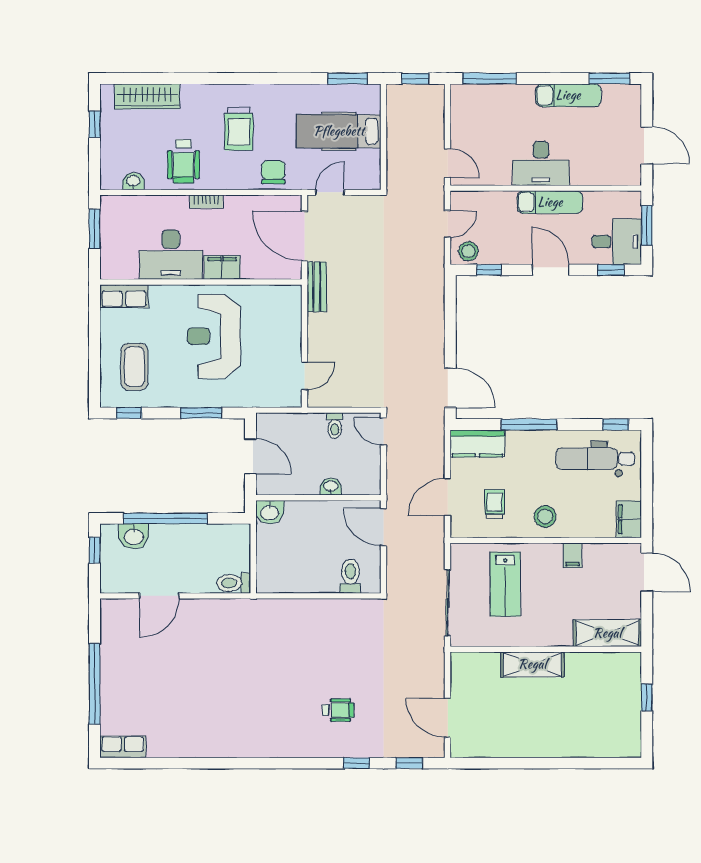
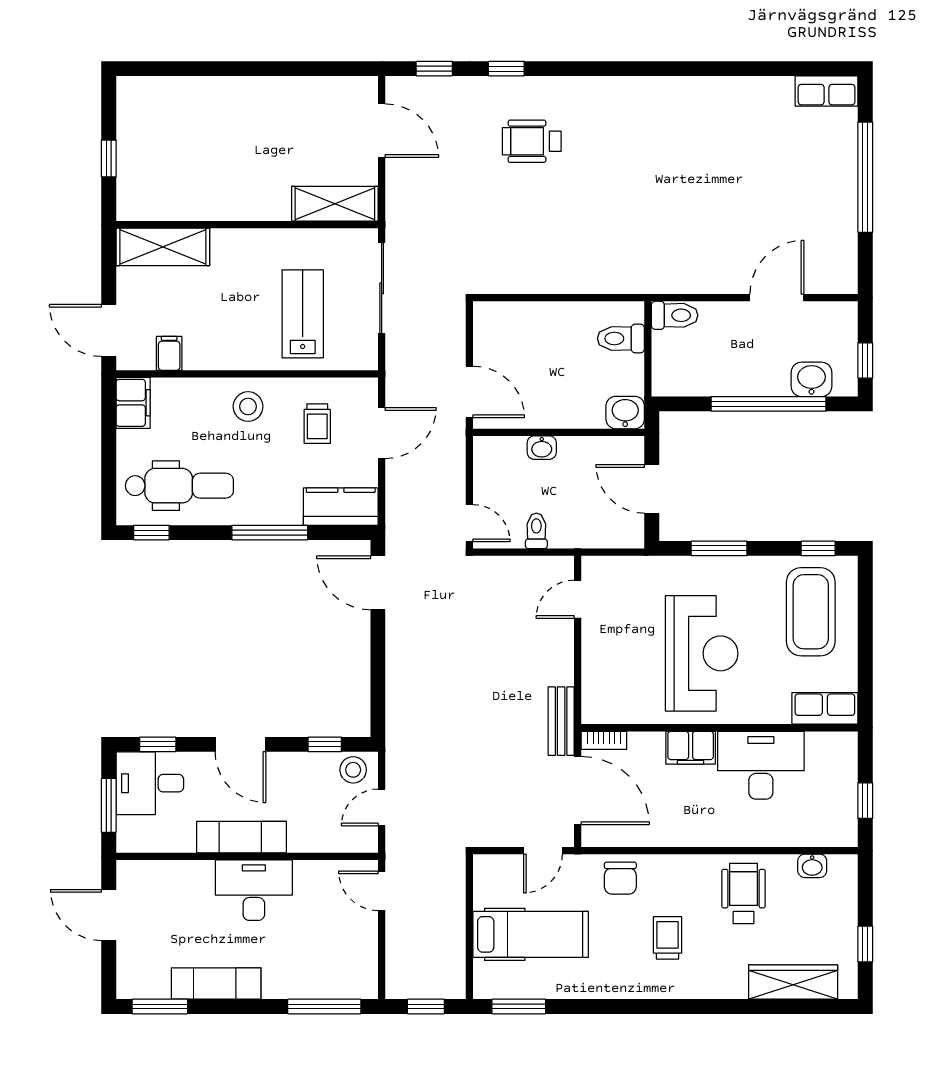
trolley: (239, 129) -> (667, 938), width x0.73, depth x0.72
bookcase: (206, 202) -> (604, 740), moved, turned 180
window: (95, 229) -> (865, 801), width x0.67
coffee table: (134, 367) -> (811, 612), width x1.36, depth x1.32
filing cabinet: (572, 555) -> (169, 353), moved
toilet: (350, 576) -> (621, 339), moved, turned 90
shelving: (532, 664) -> (335, 204), moved
wheelchair: (338, 710) -> (532, 141), width x1.36, depth x1.37

